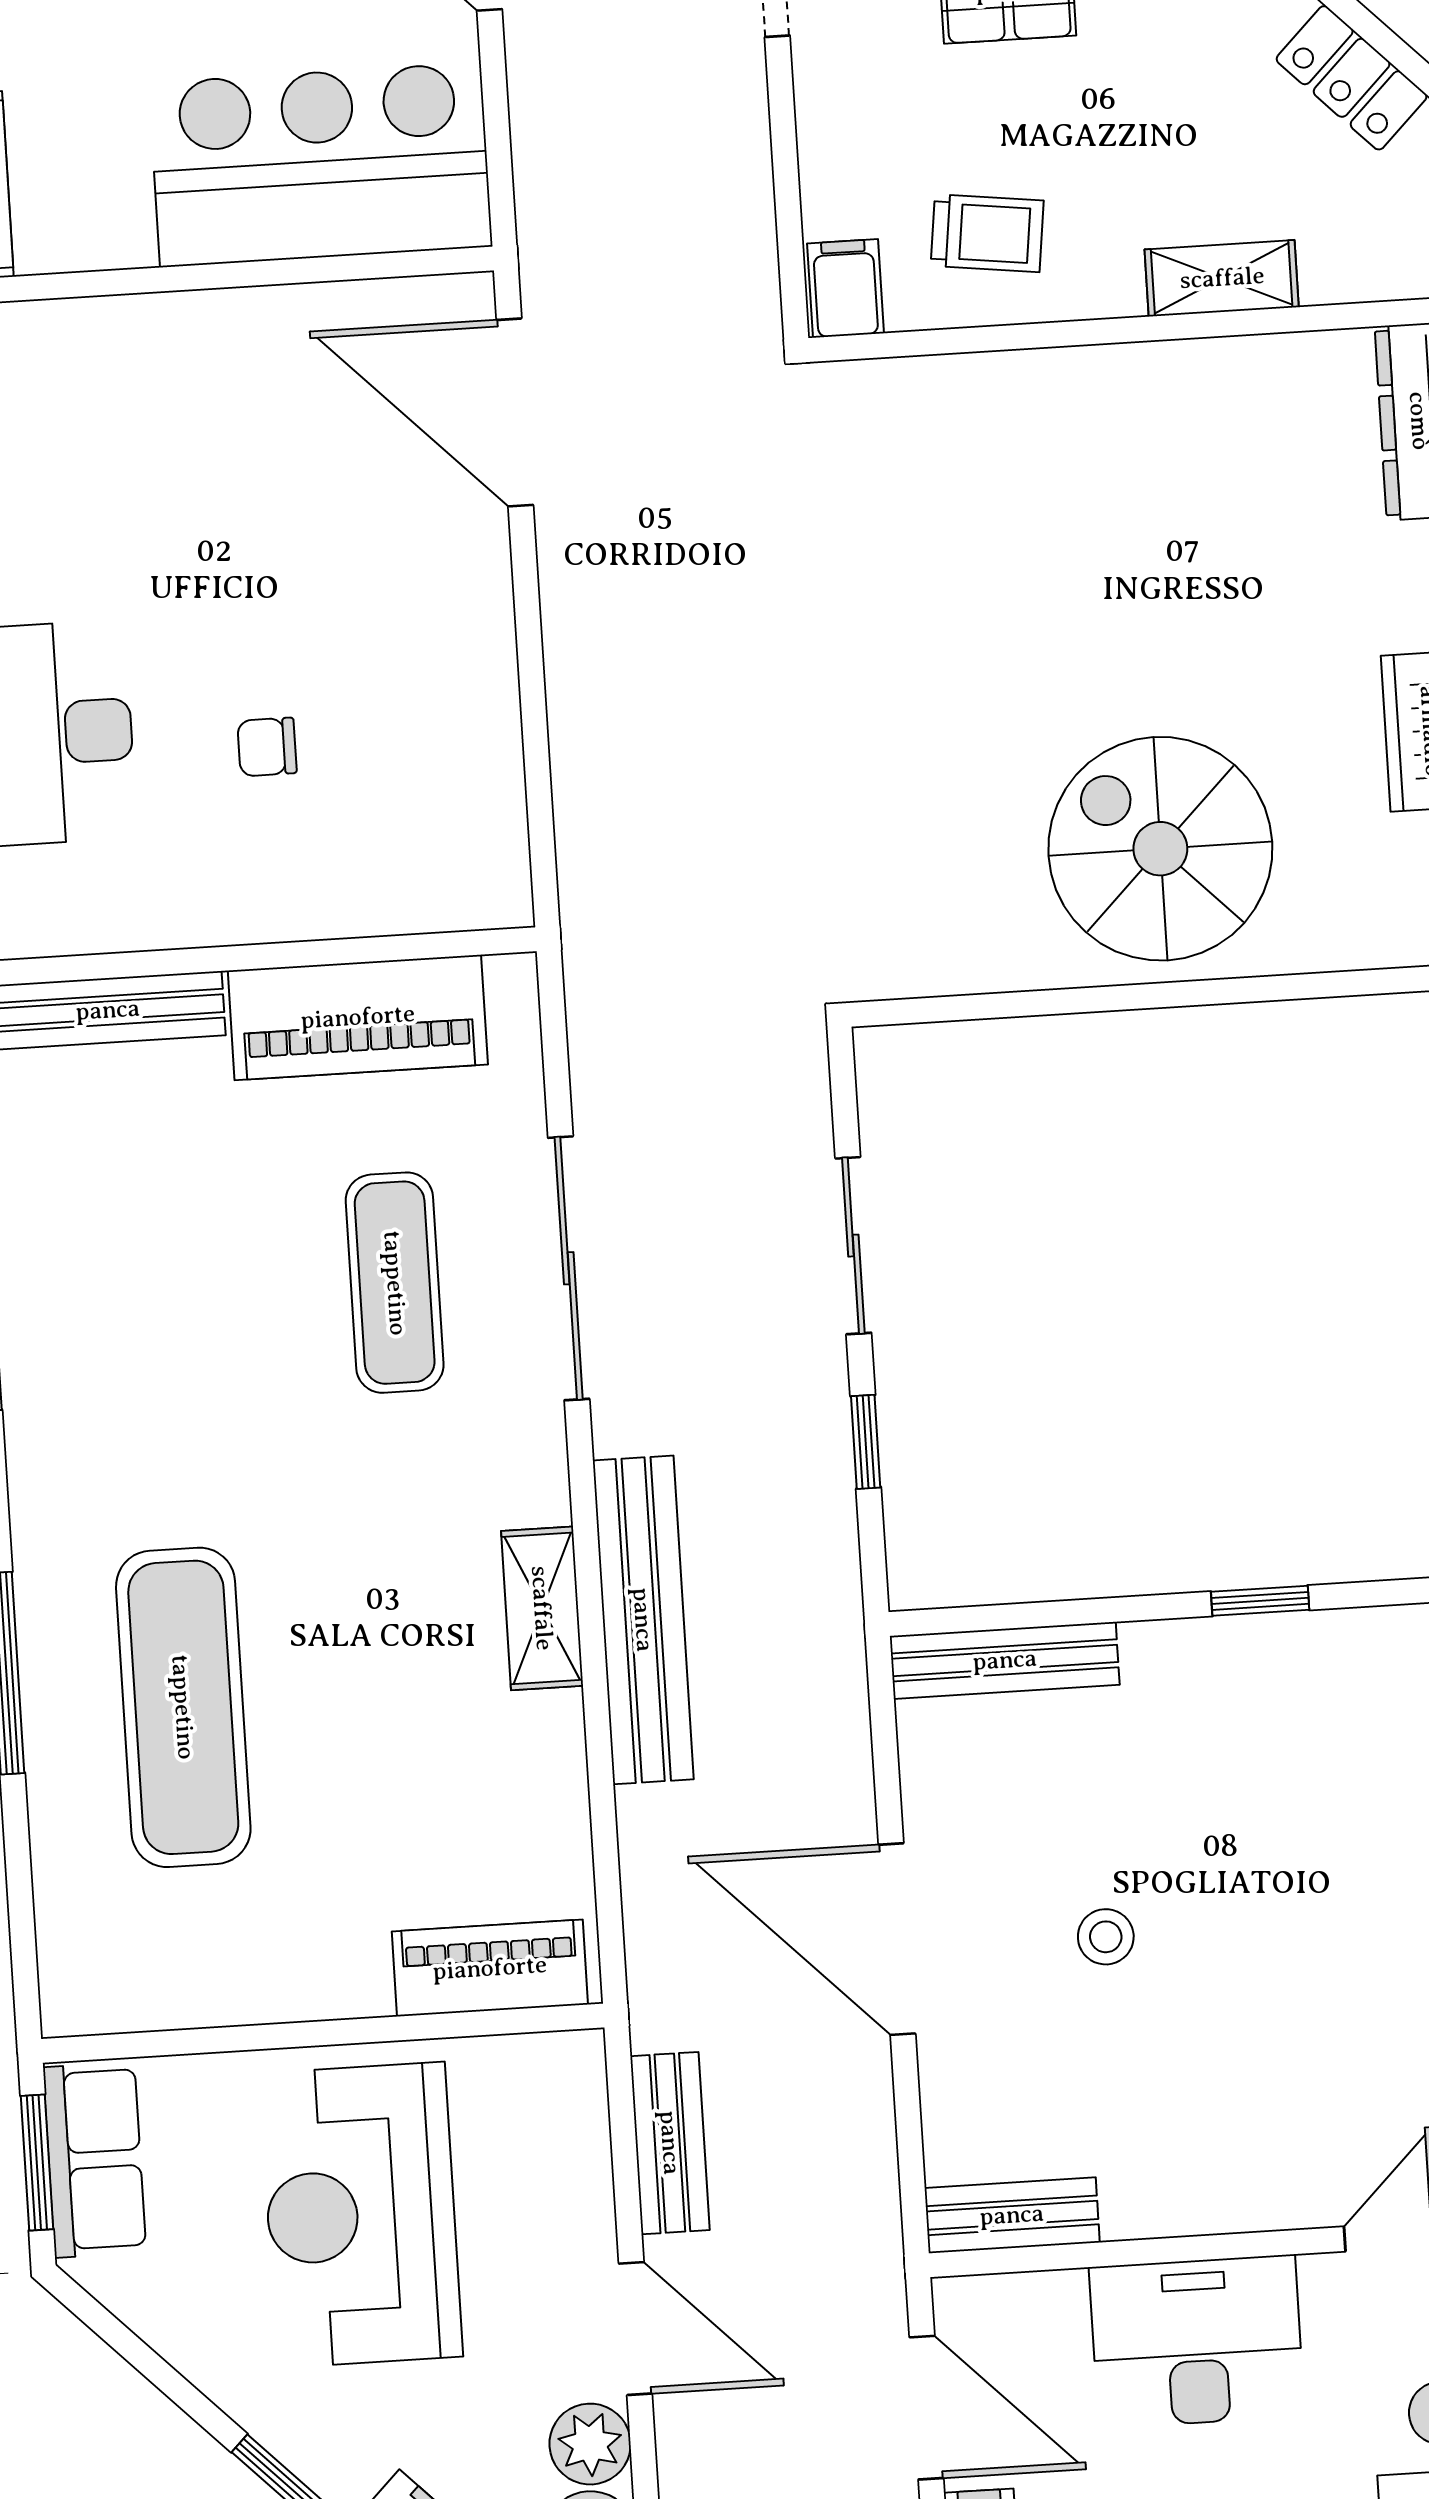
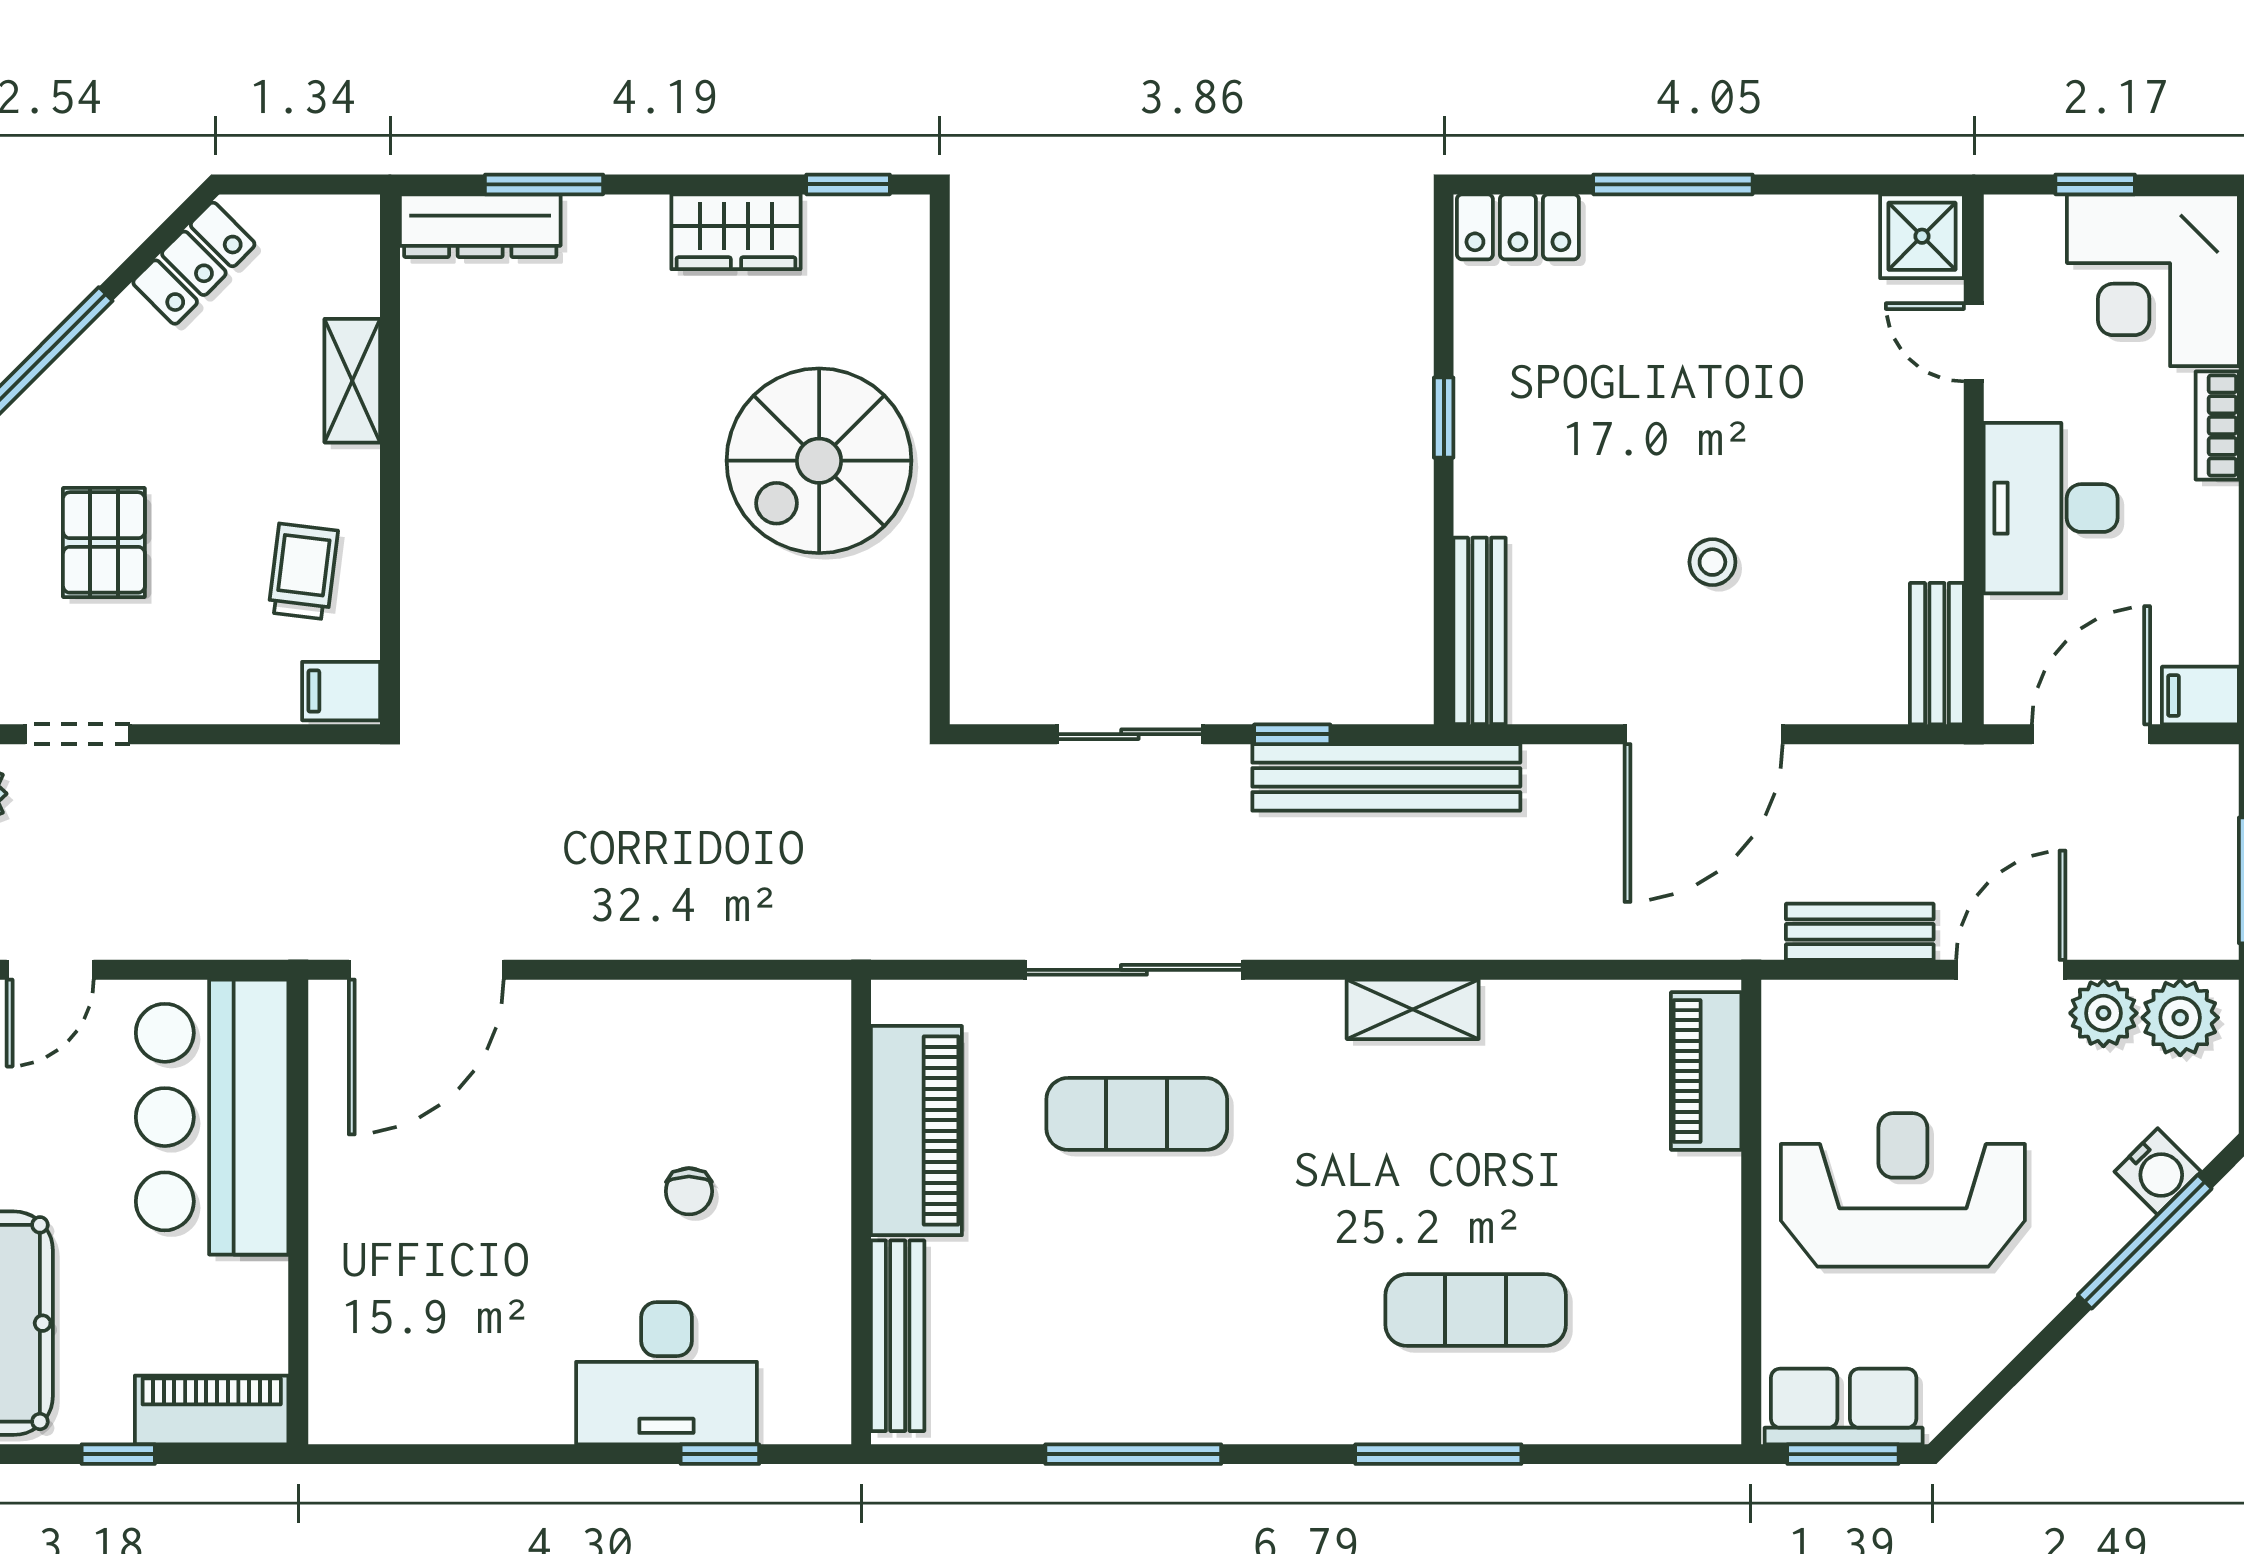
bench: (643, 1620) -> (1386, 777), moved
exercise mat: (183, 1707) -> (1476, 1310), width x0.73, depth x0.69
reception desk: (361, 2215) -> (1903, 1190), turned 180

